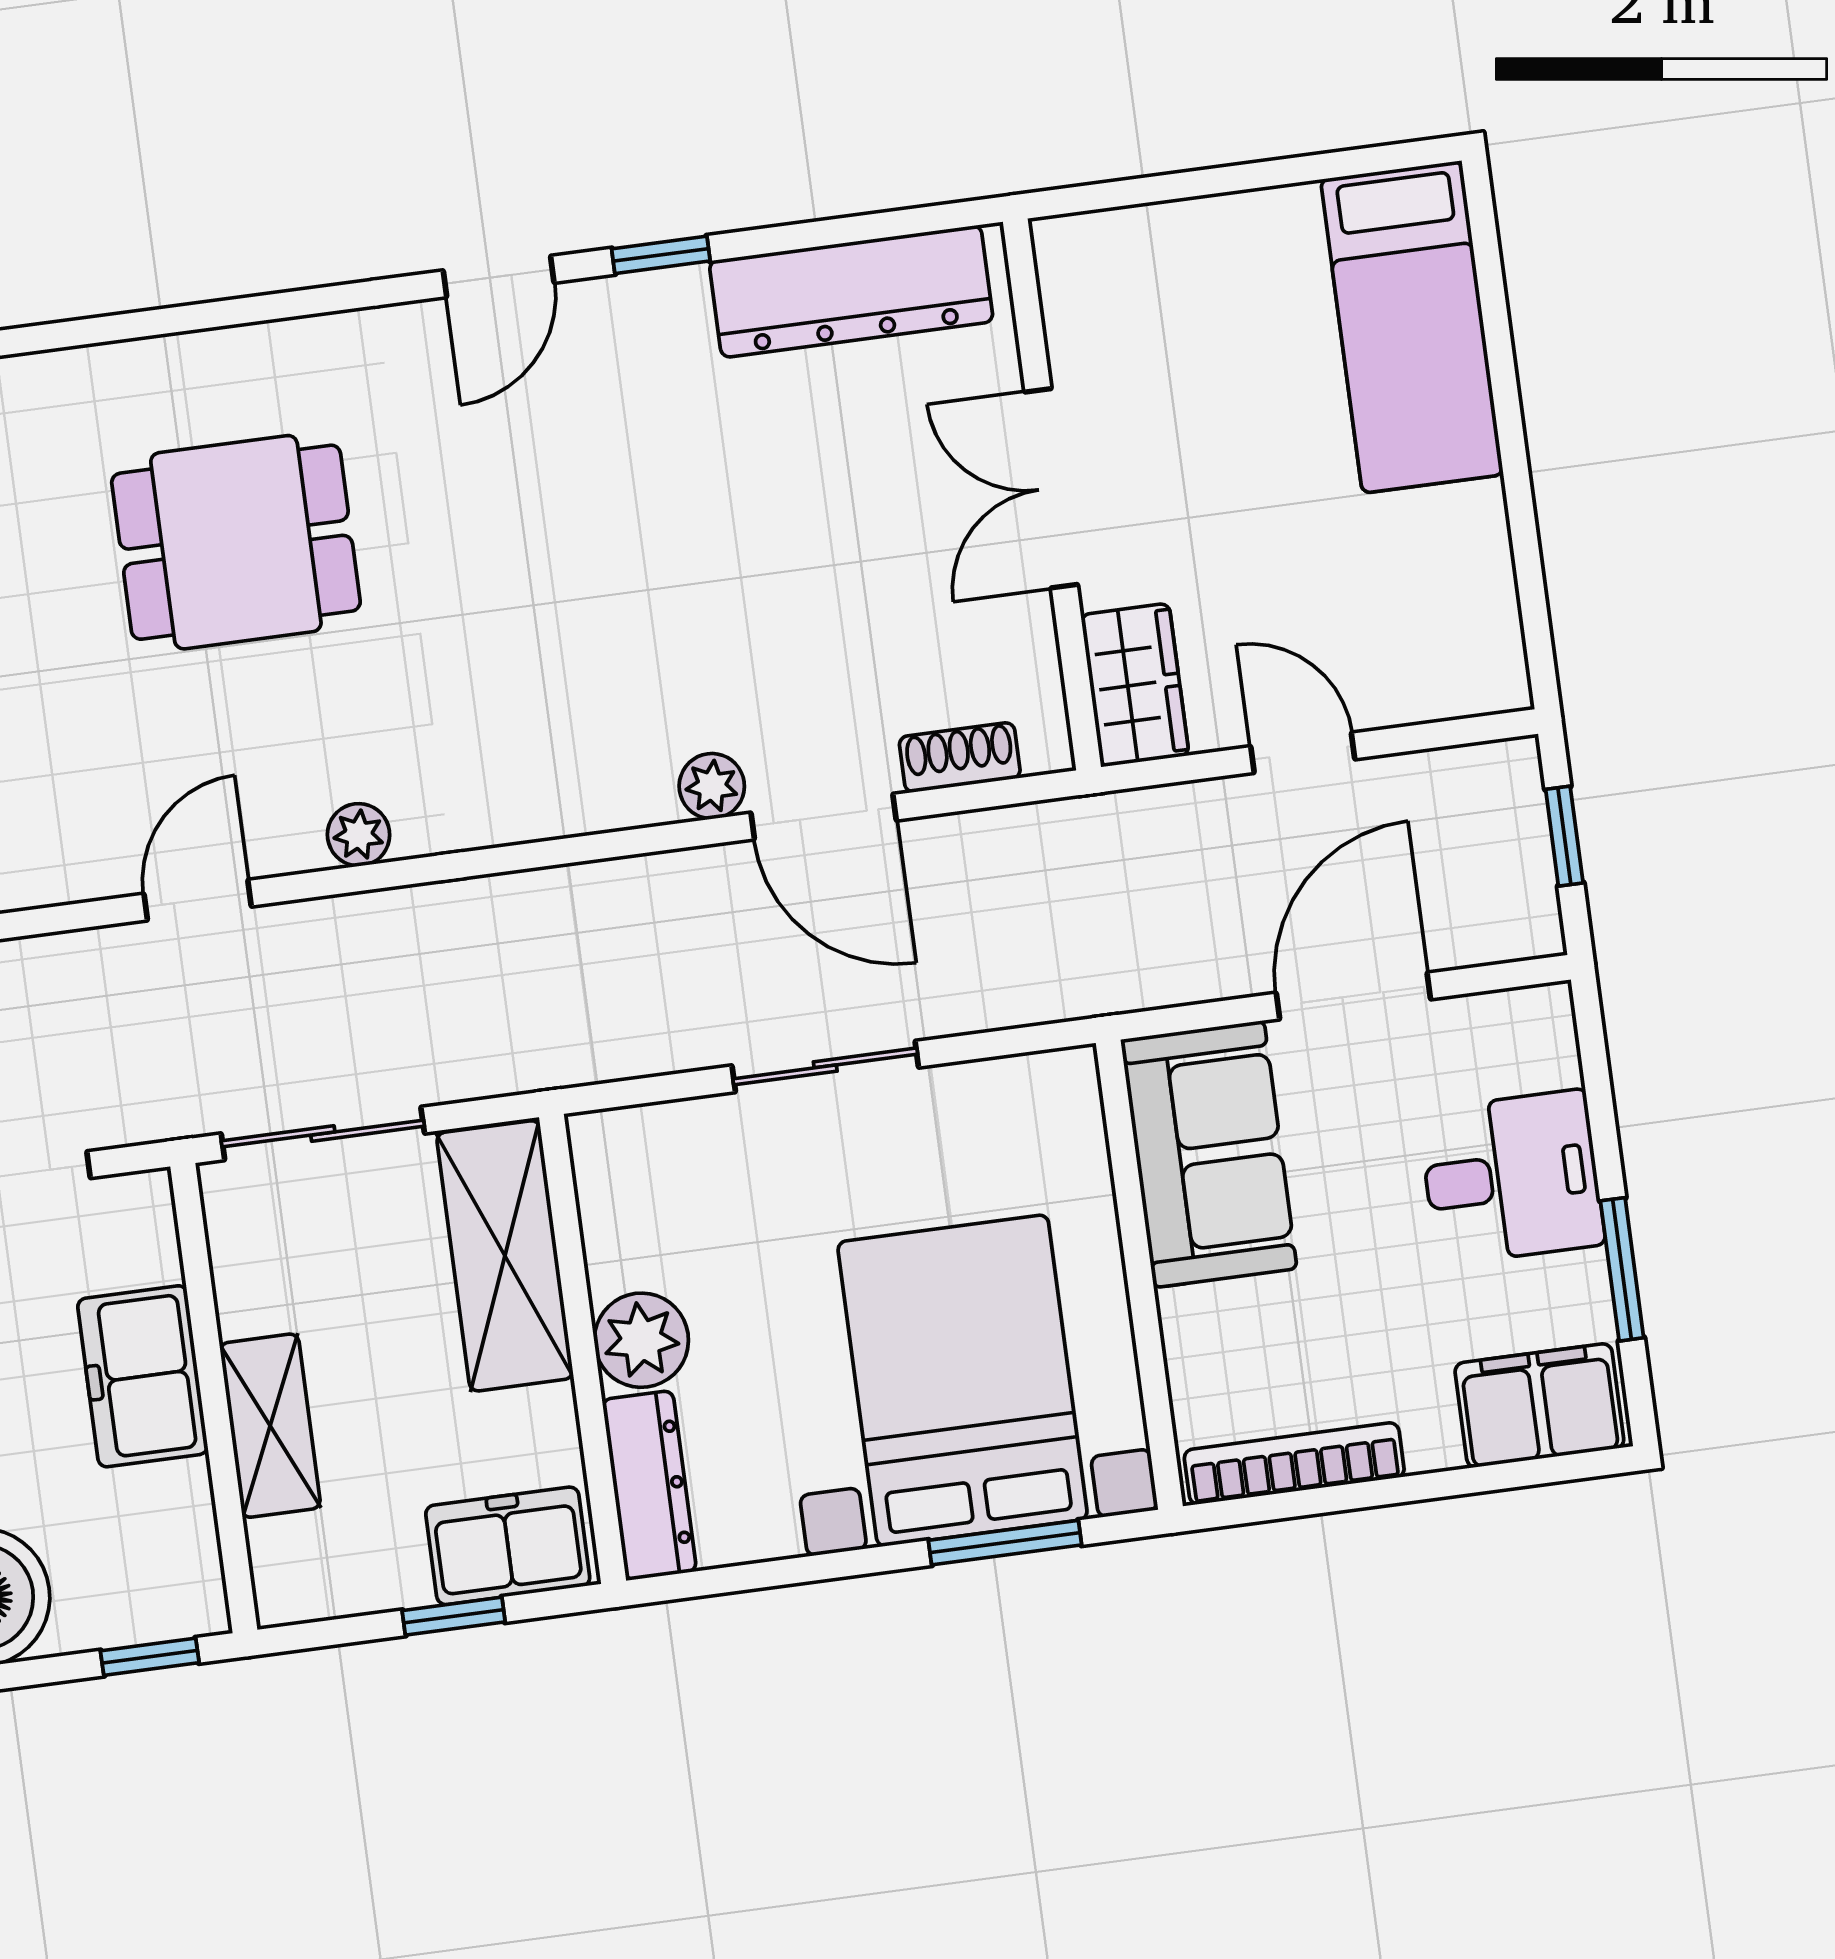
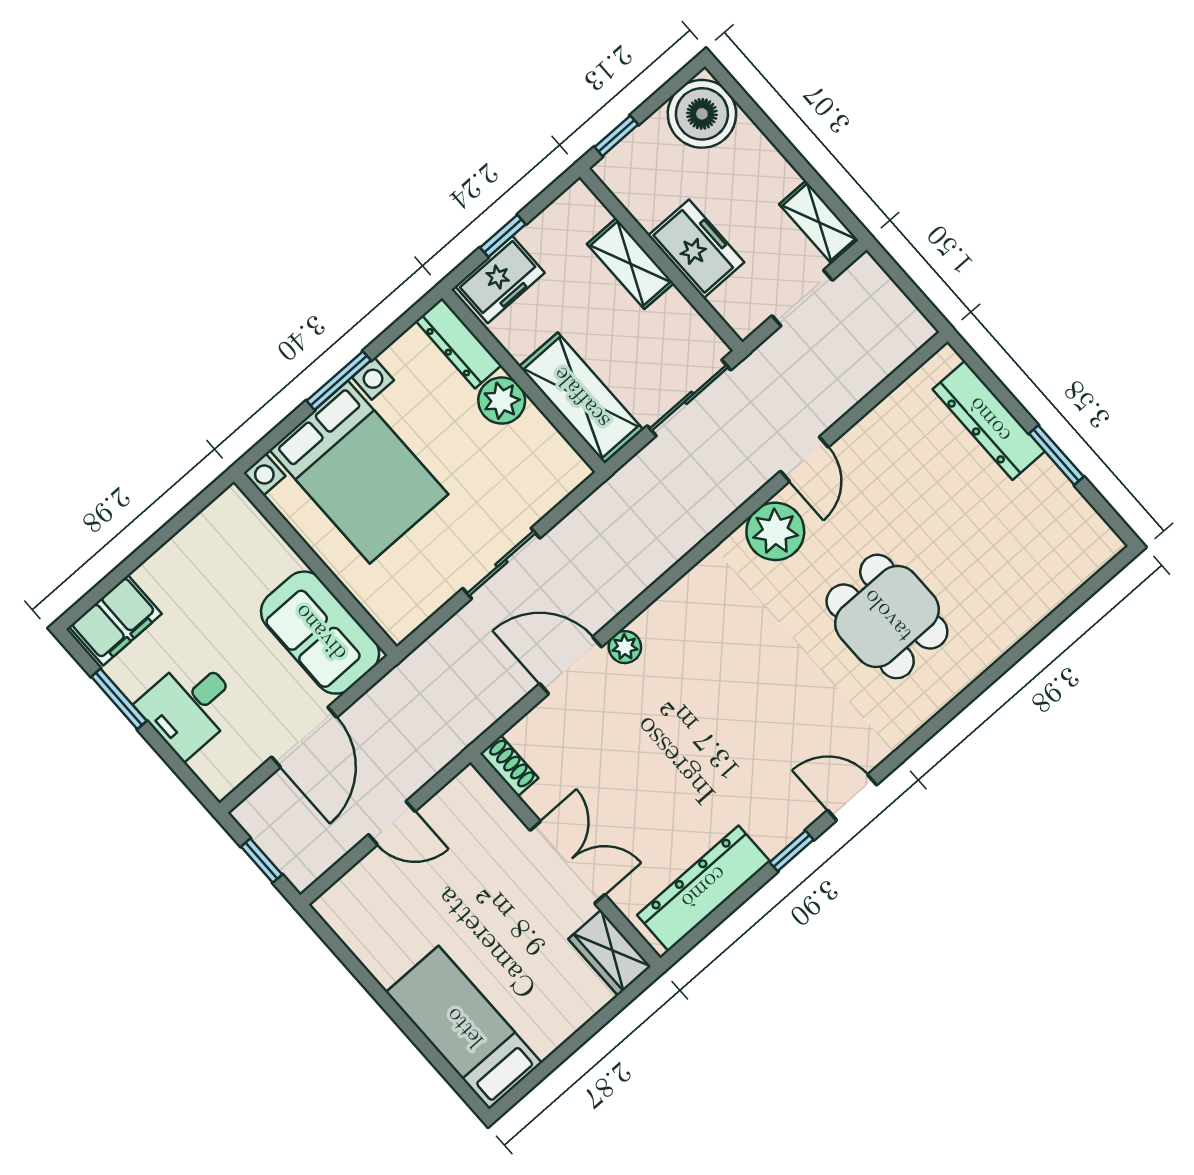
door: (499, 277) -> (852, 798), hinge flipped
dining table: (236, 542) -> (887, 616), turned 90
wardrobe: (1135, 685) -> (610, 953), moved
shoe rack: (960, 757) -> (509, 766), moved, turned -90
plant: (359, 835) -> (775, 531), width x1.88, depth x1.88
bookcase: (1294, 1464) -> (200, 529), removed
window: (1005, 1543) -> (339, 381), moved

